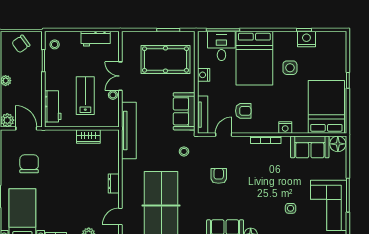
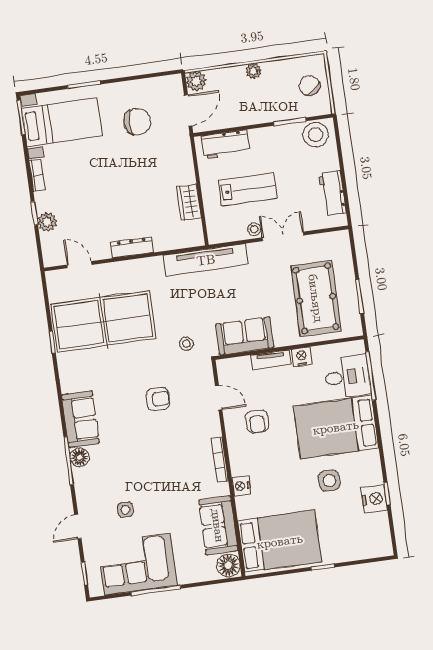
stool: (55, 44) -> (316, 135), width x1.89, depth x1.89
tv unit: (203, 115) -> (271, 360), moved, width x0.71
dresser: (114, 184) -> (132, 247), width x1.44

